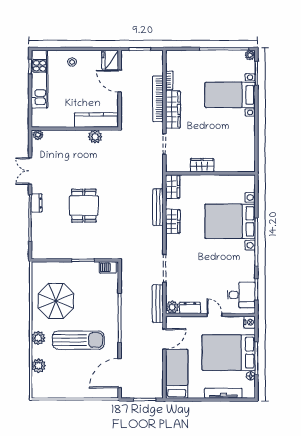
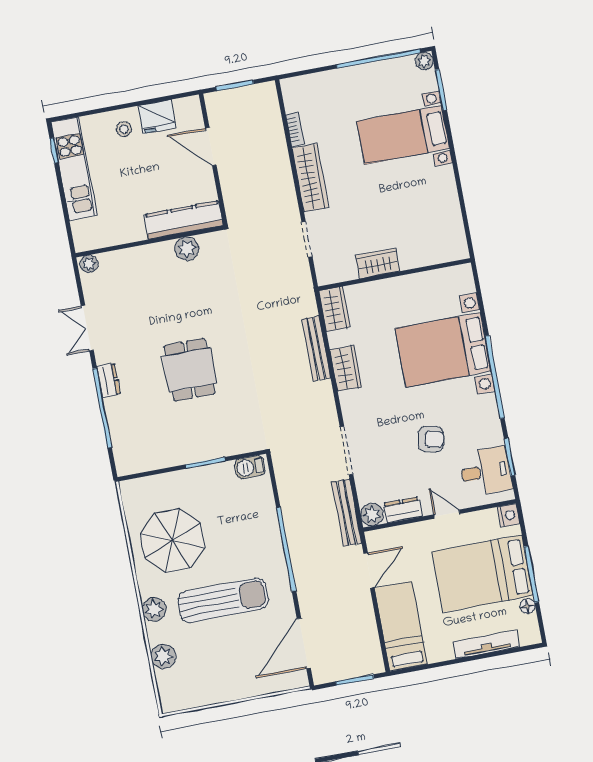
fridge: (110, 60) -> (157, 117), moved, turned -90
bookcase: (158, 99) -> (282, 164), removed
armchair: (214, 271) -> (431, 439), added

